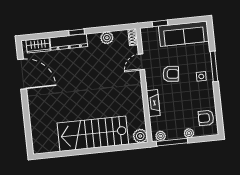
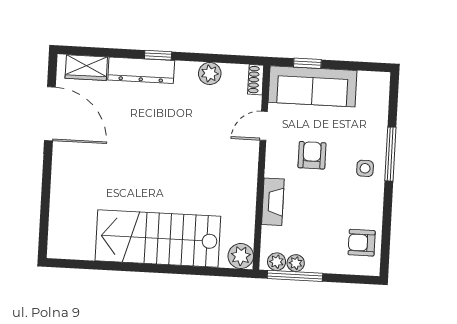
sofa: (184, 34) -> (312, 86), moved
armchair: (171, 74) -> (312, 155), turned -97
plant: (189, 133) -> (296, 263), moved

